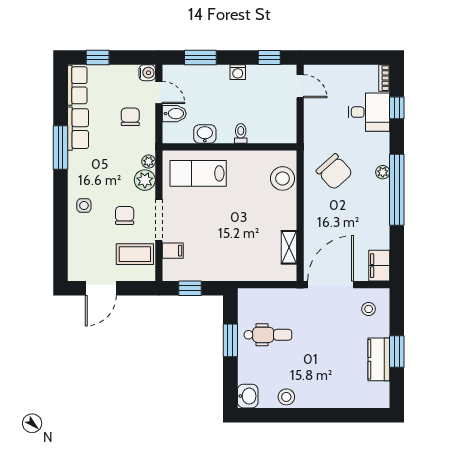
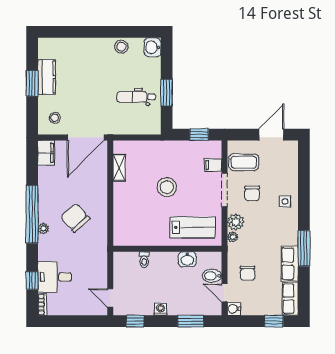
toilet: (241, 133) -> (144, 260), moved
chair: (334, 172) -> (75, 218), moved
stool: (283, 178) -> (167, 187), moved

